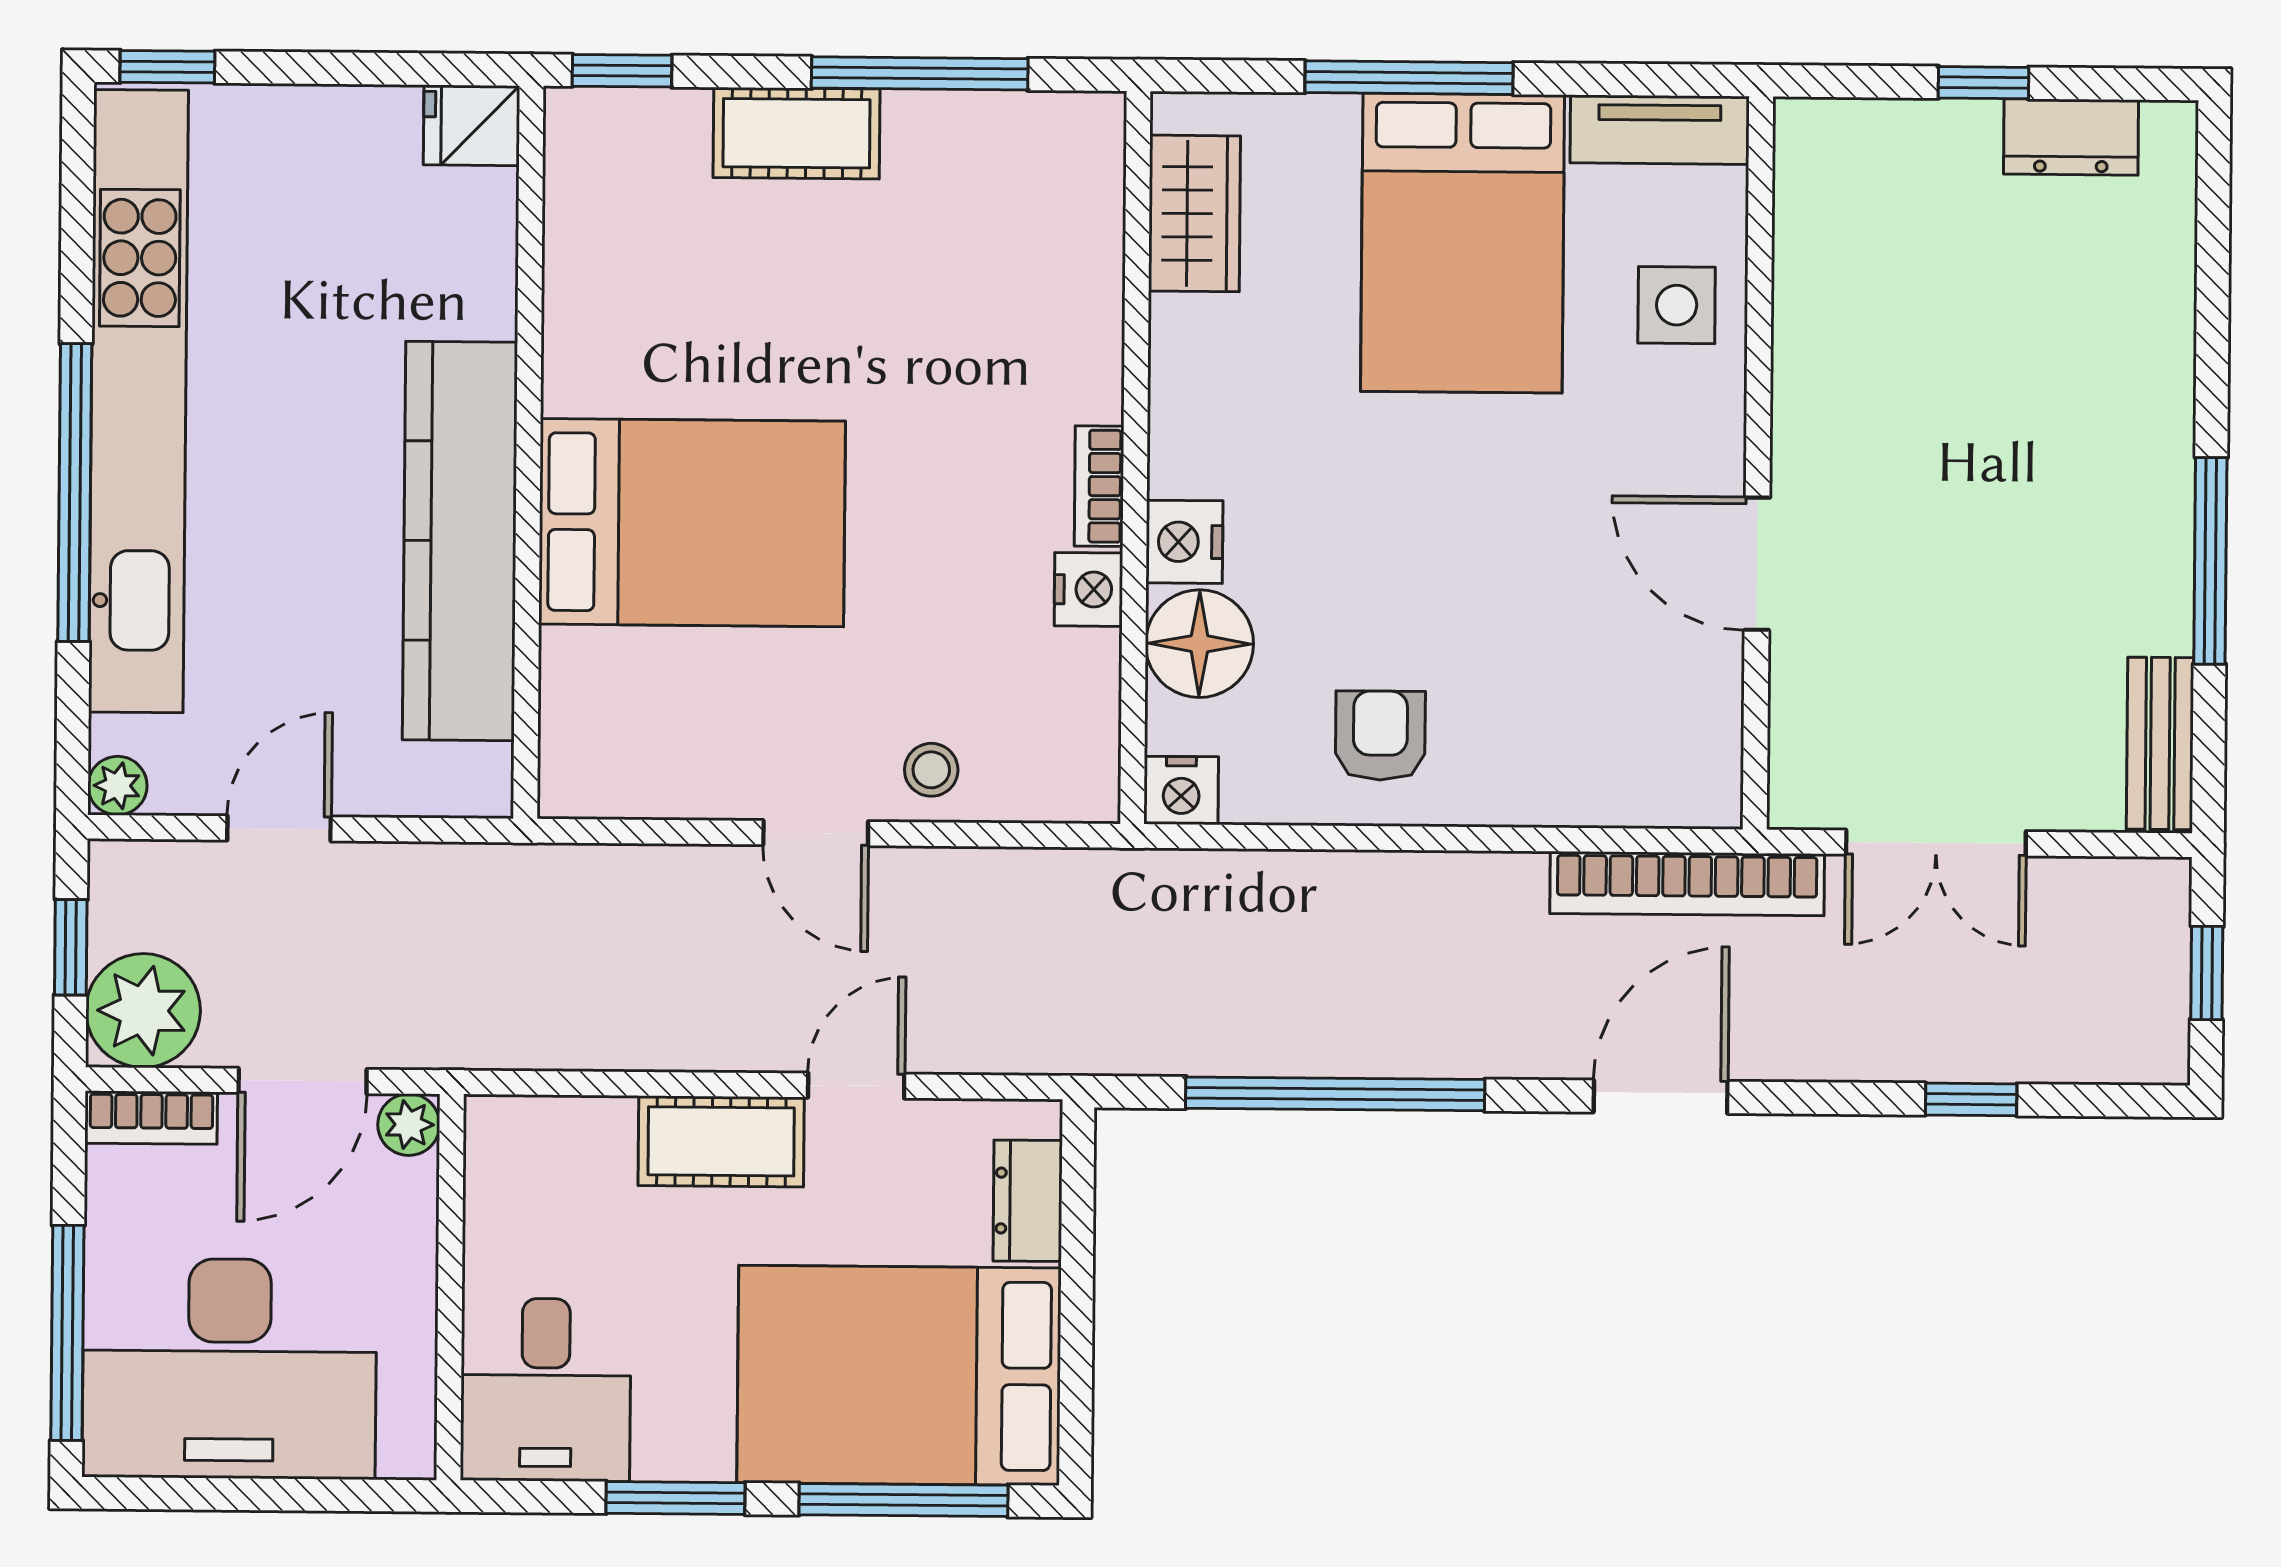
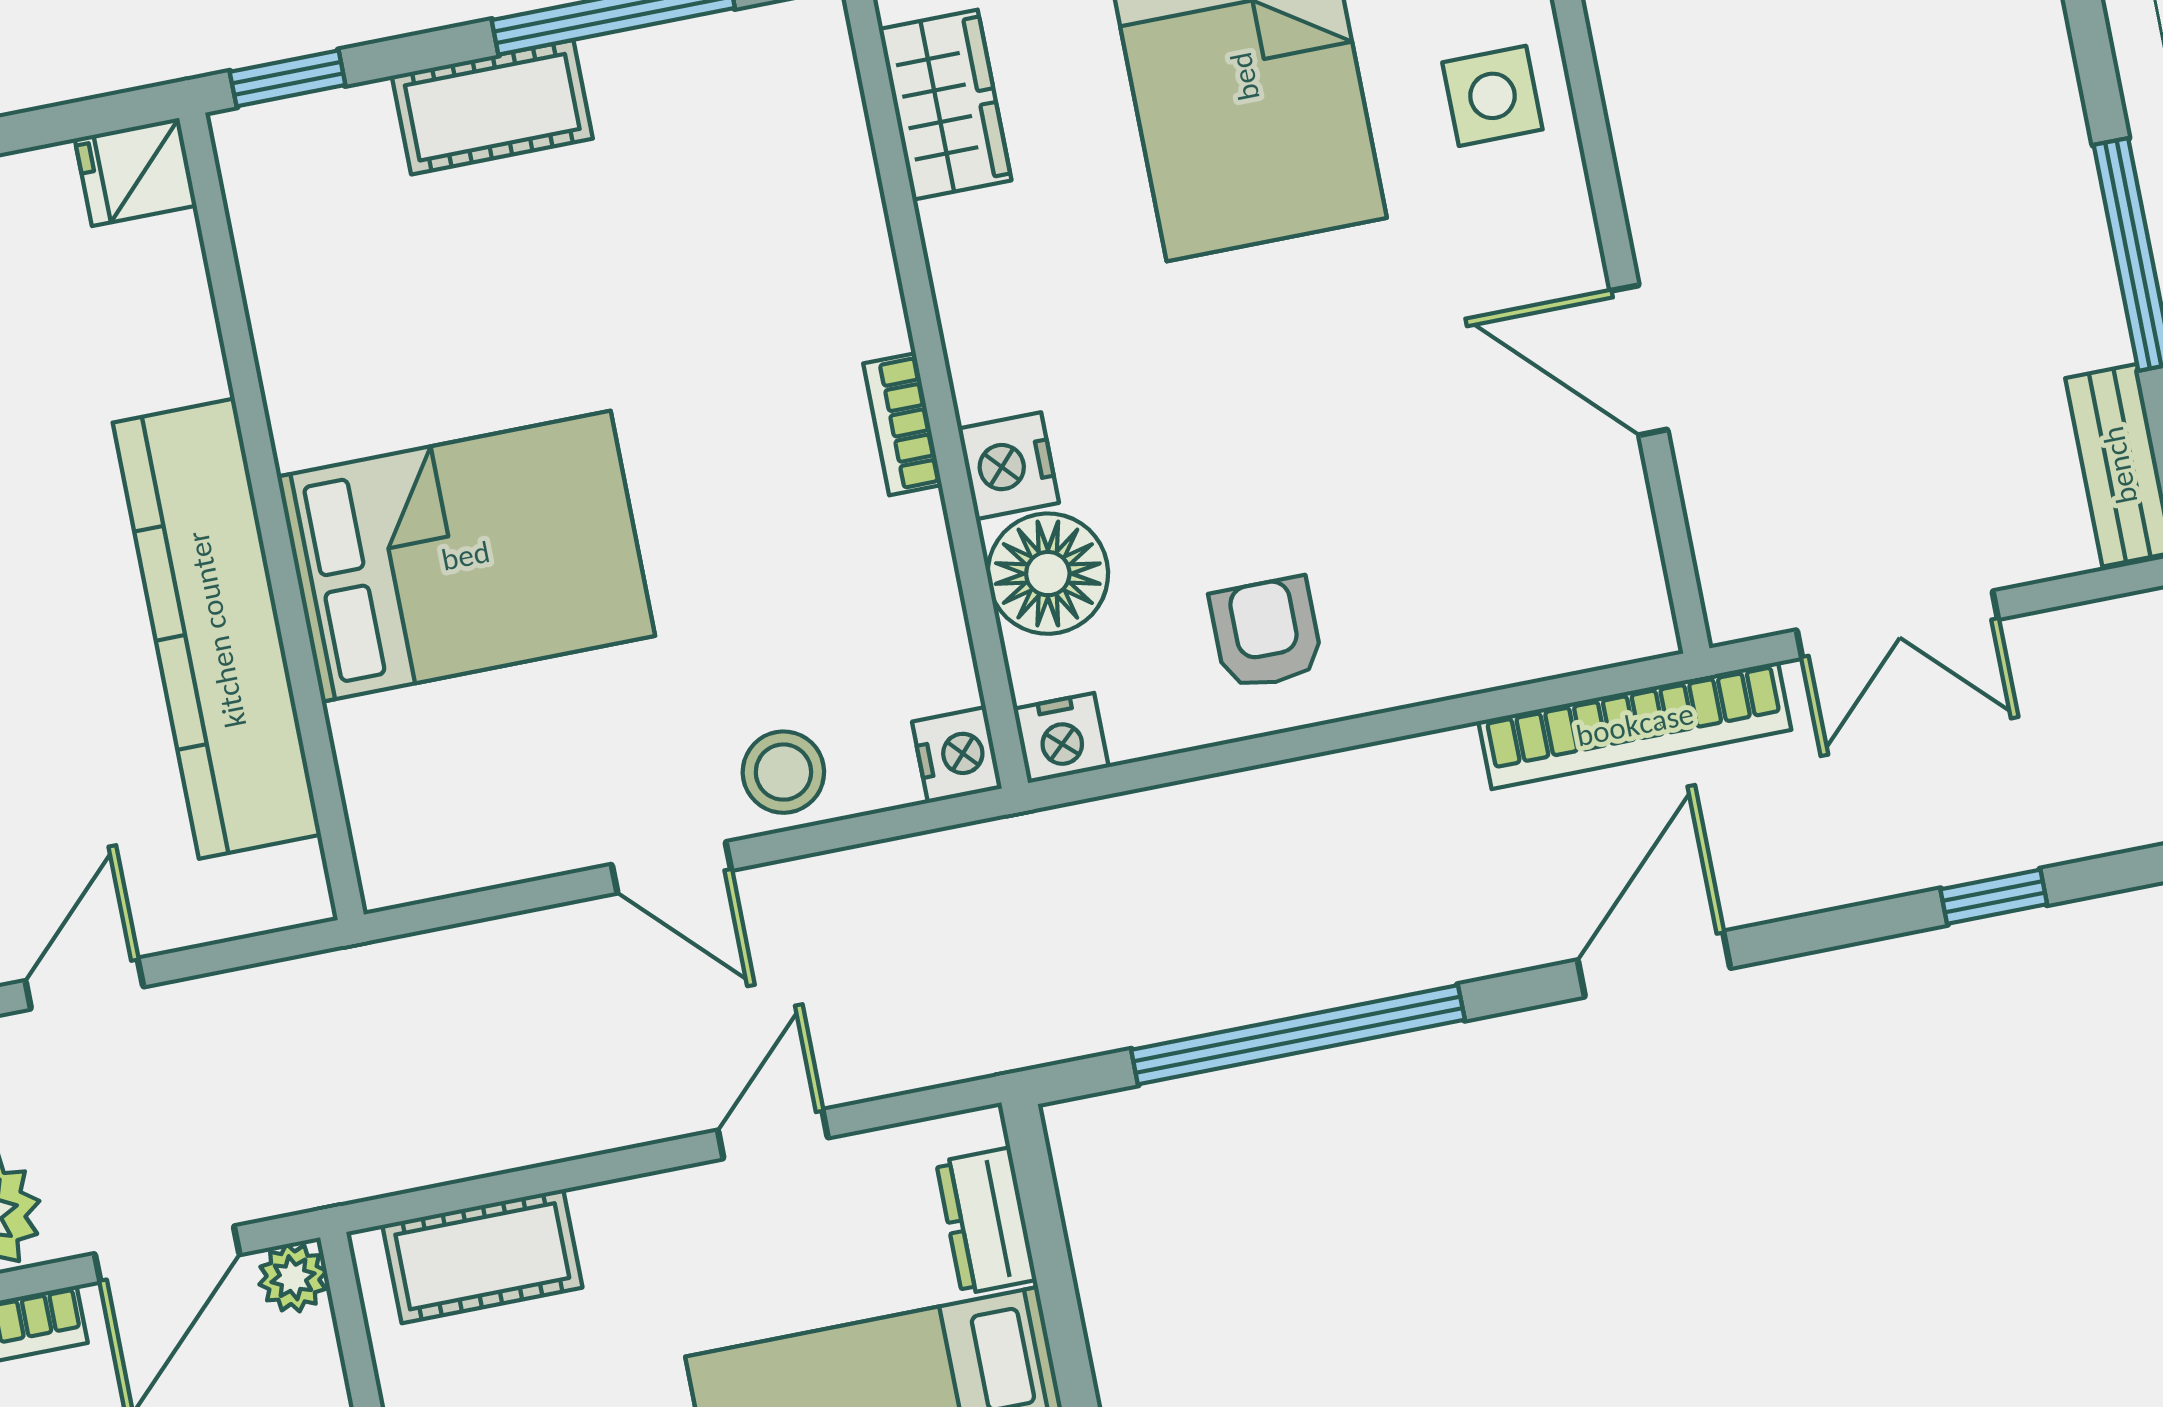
nightstand: (1088, 589) -> (957, 755), moved
stool: (931, 770) -> (783, 772), width x1.37, depth x1.37
cot: (721, 1141) -> (482, 1256), moved

